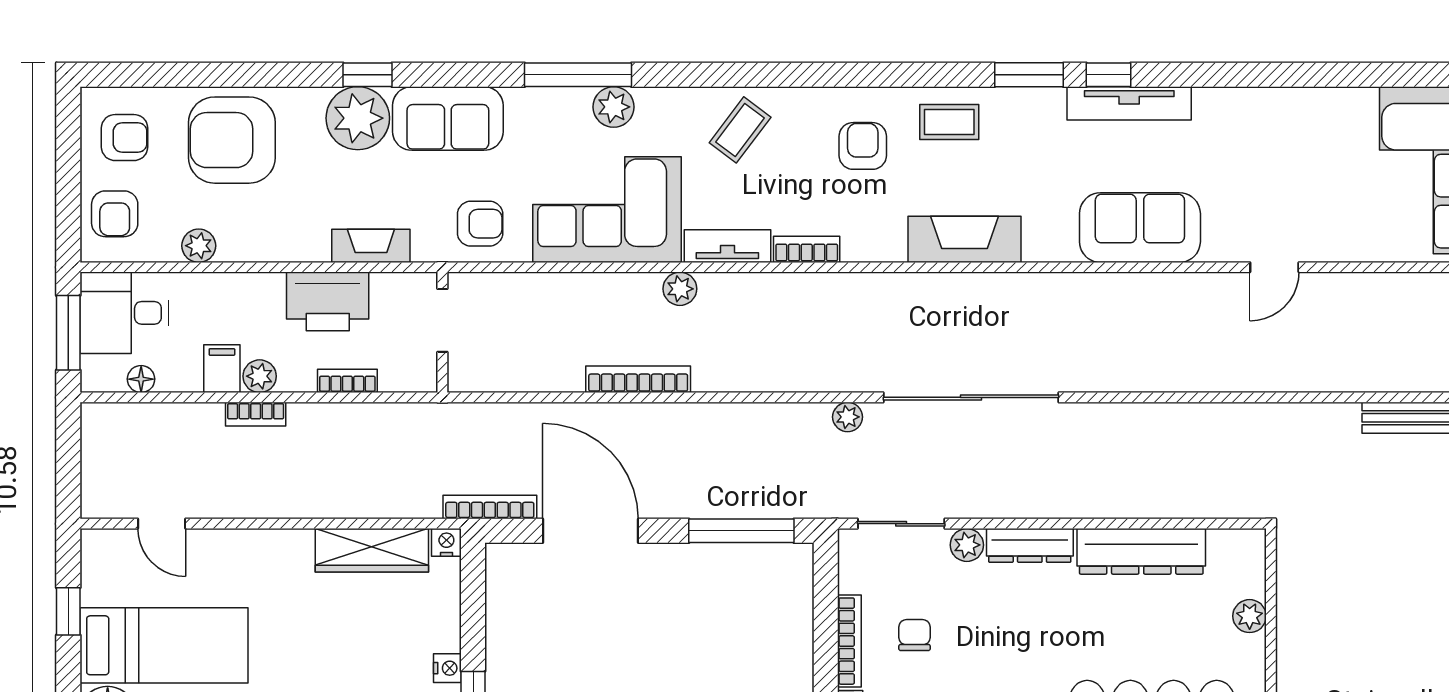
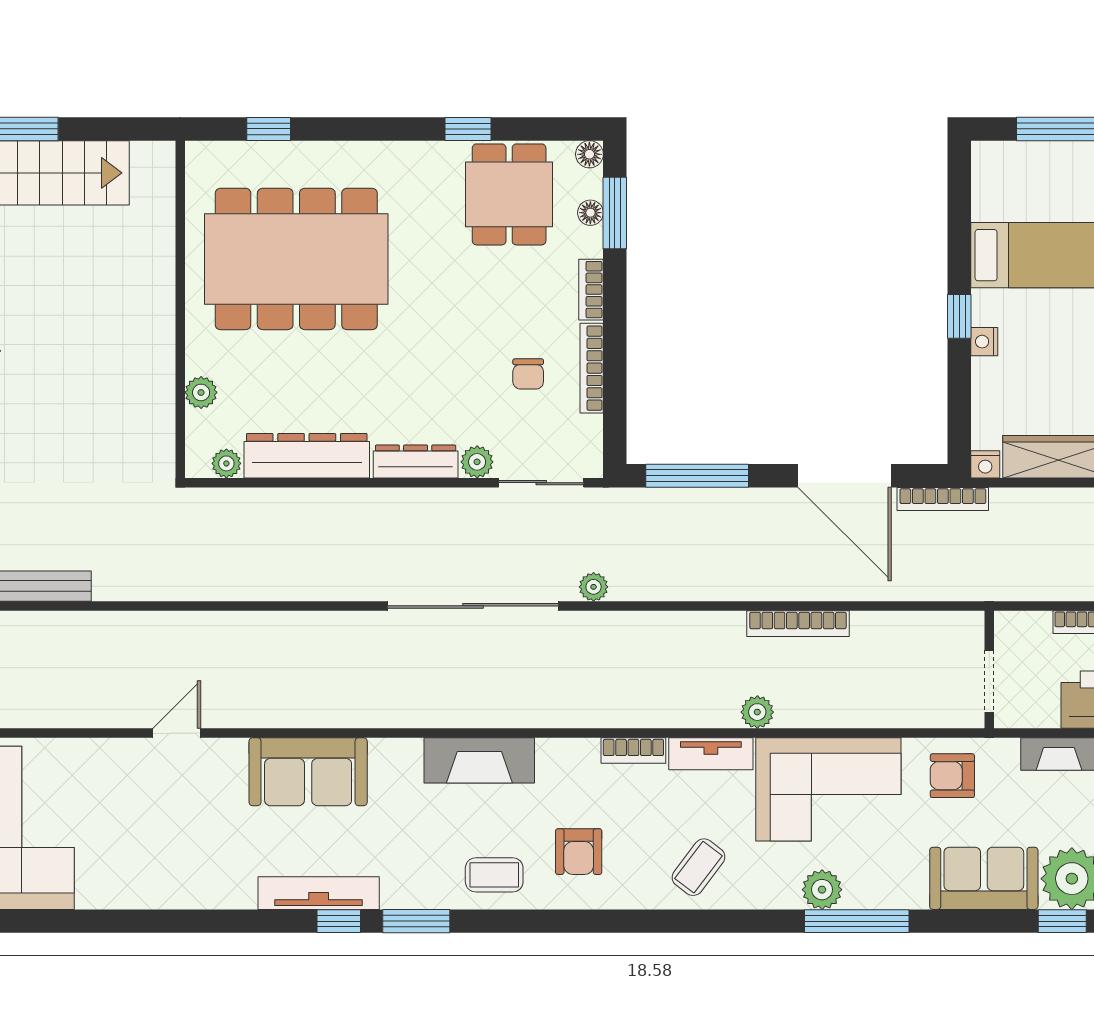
plant: (1224, 543) -> (226, 463), added

